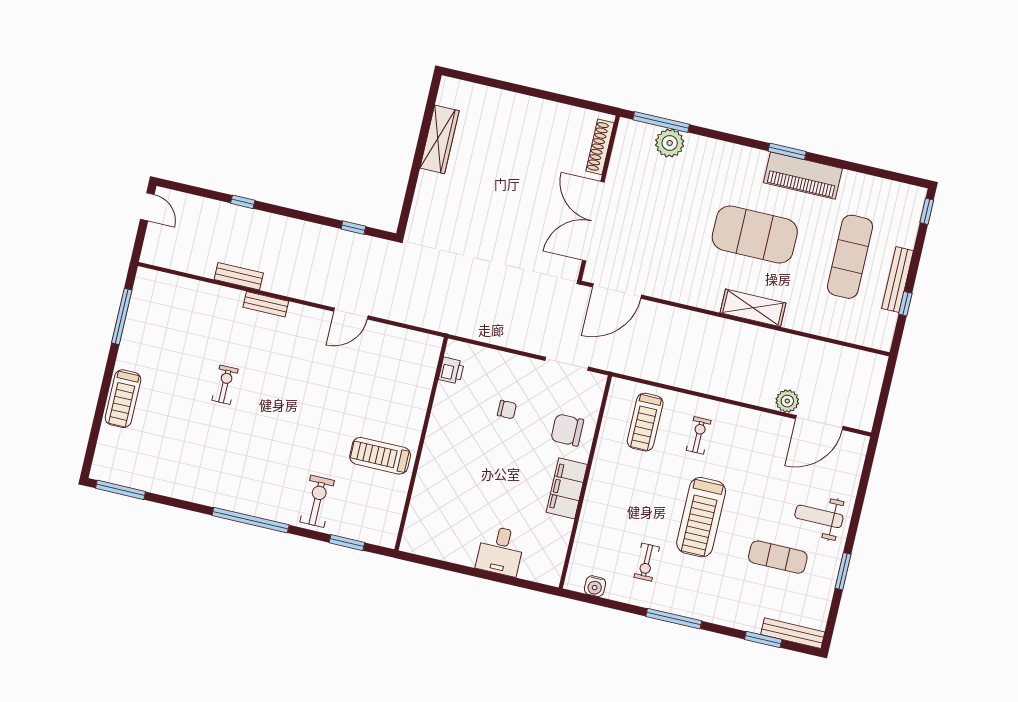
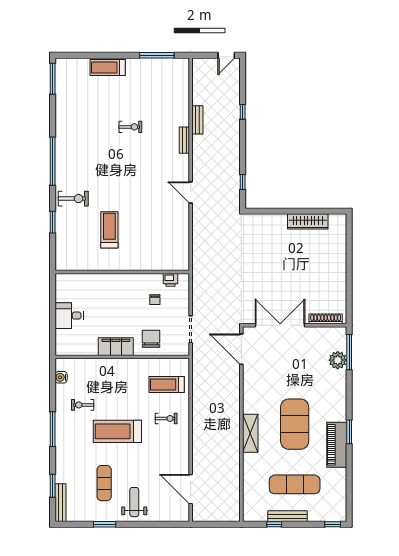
printer: (451, 371) -> (171, 280), moved
plant: (787, 401) -> (199, 467), removed
wall: (421, 444) -> (122, 272), moved

